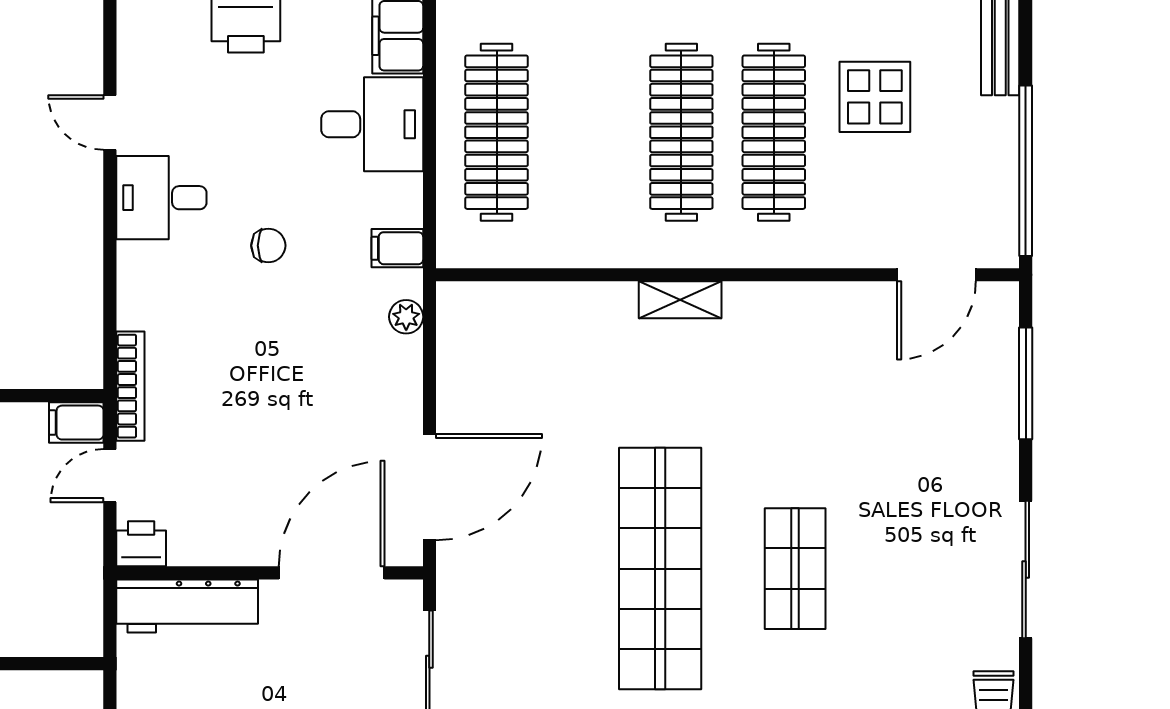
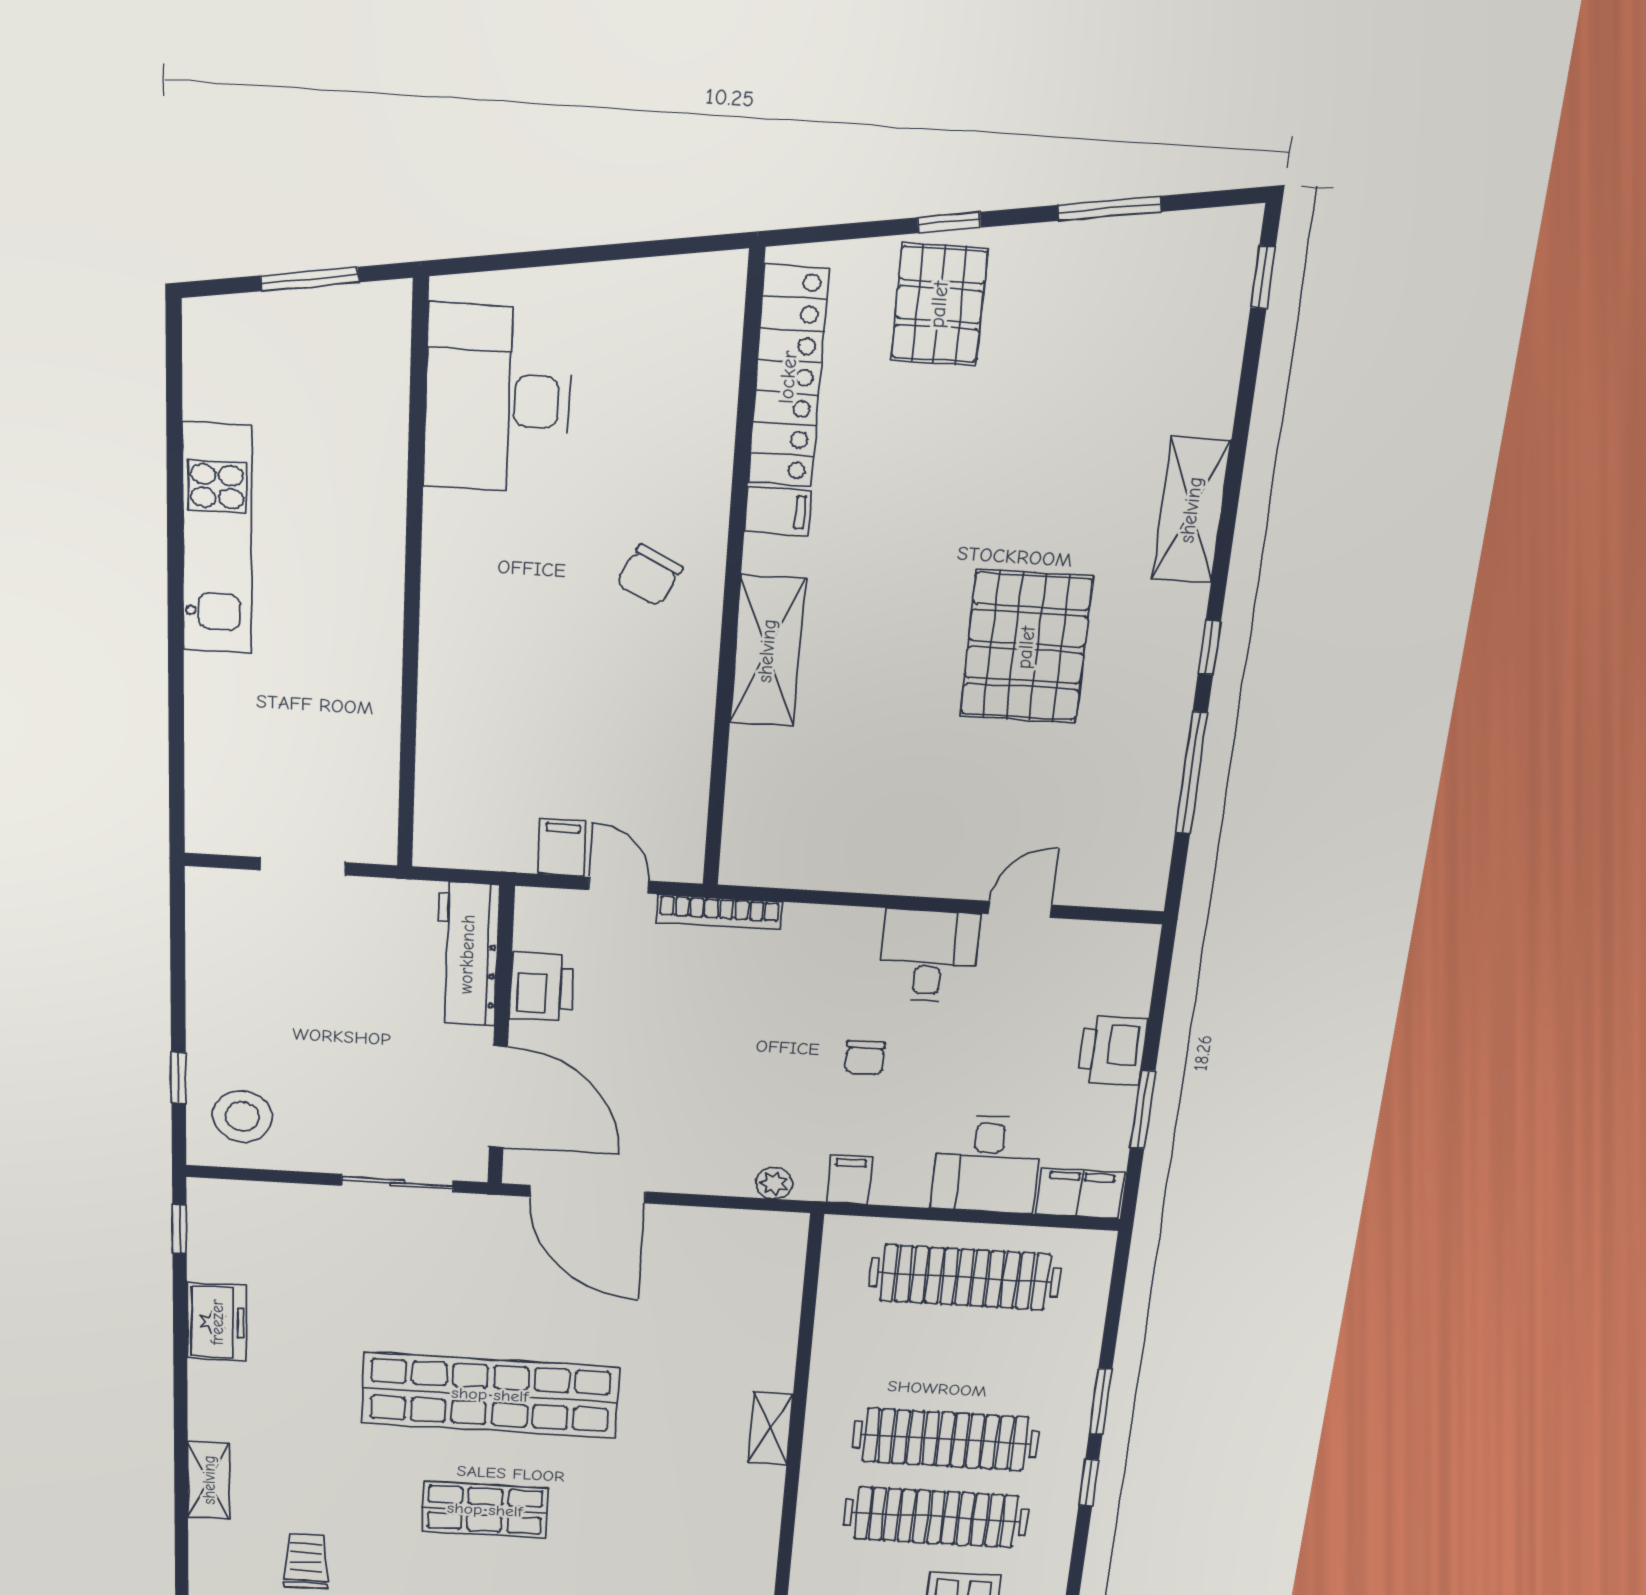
filing cabinet: (76, 423) -> (562, 847), moved
printer: (141, 544) -> (542, 987), moved, width x1.36, depth x1.24

